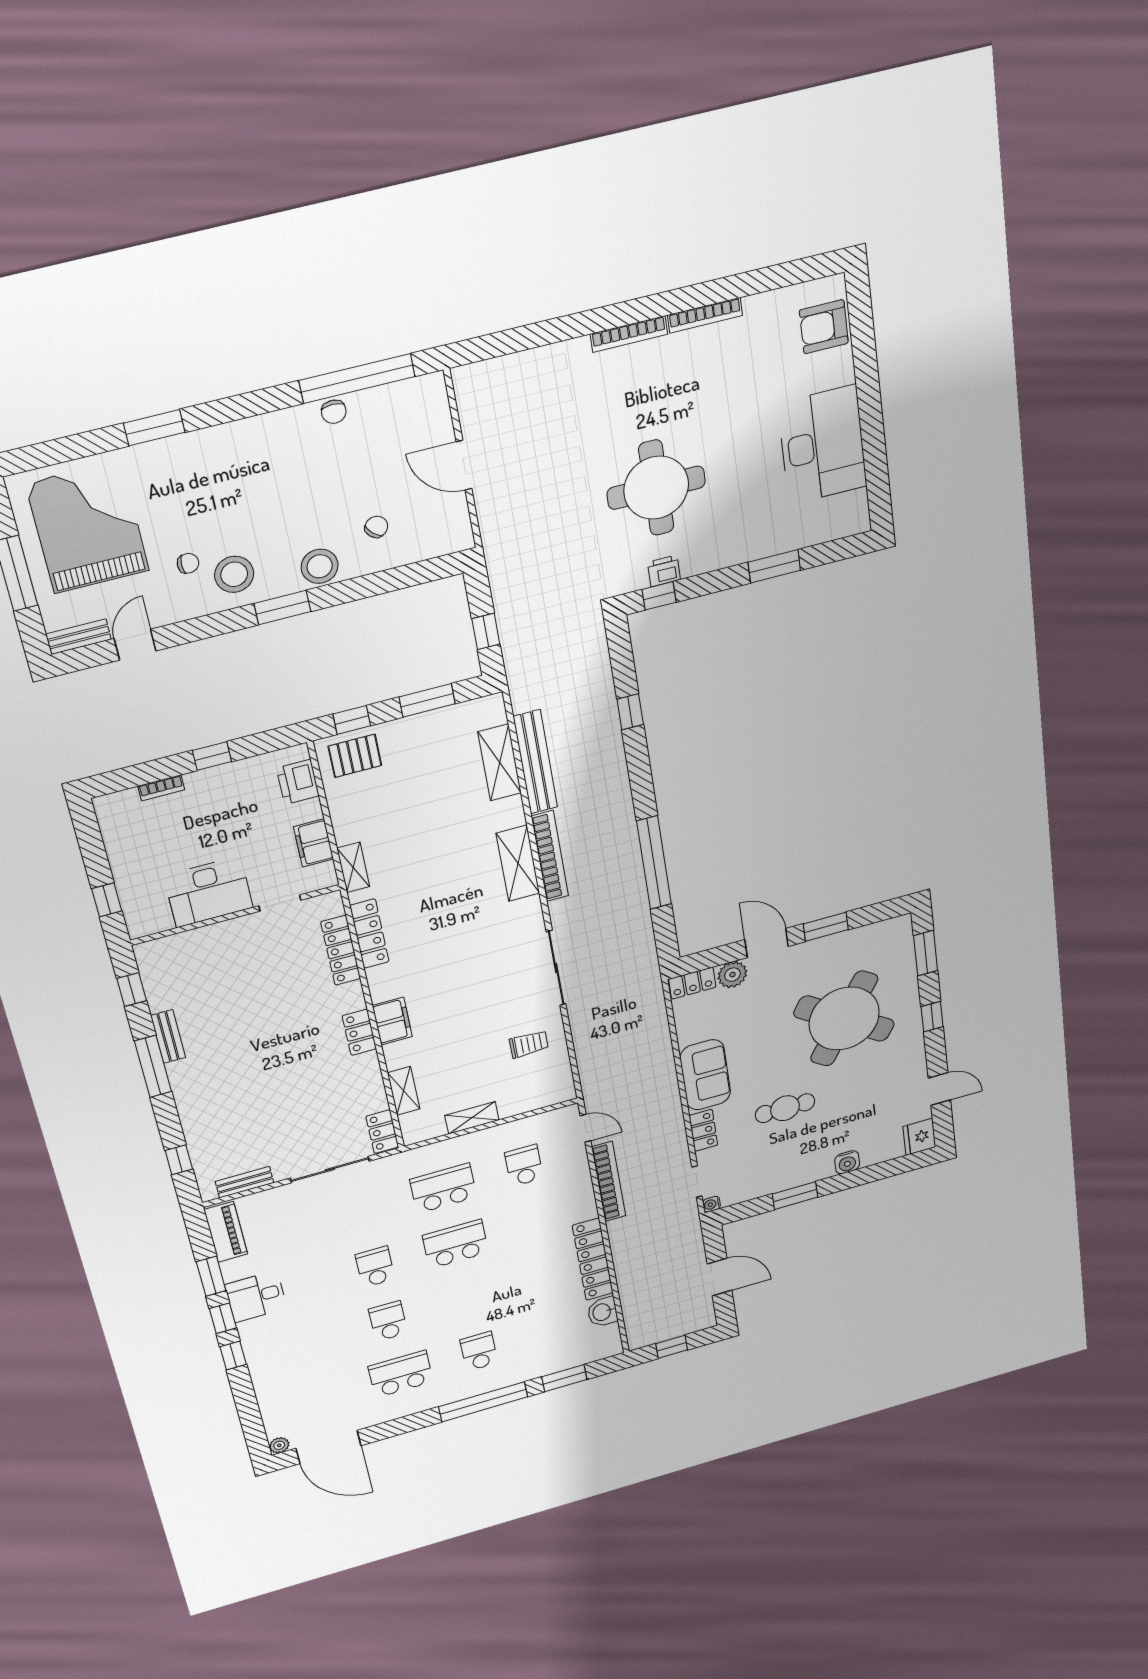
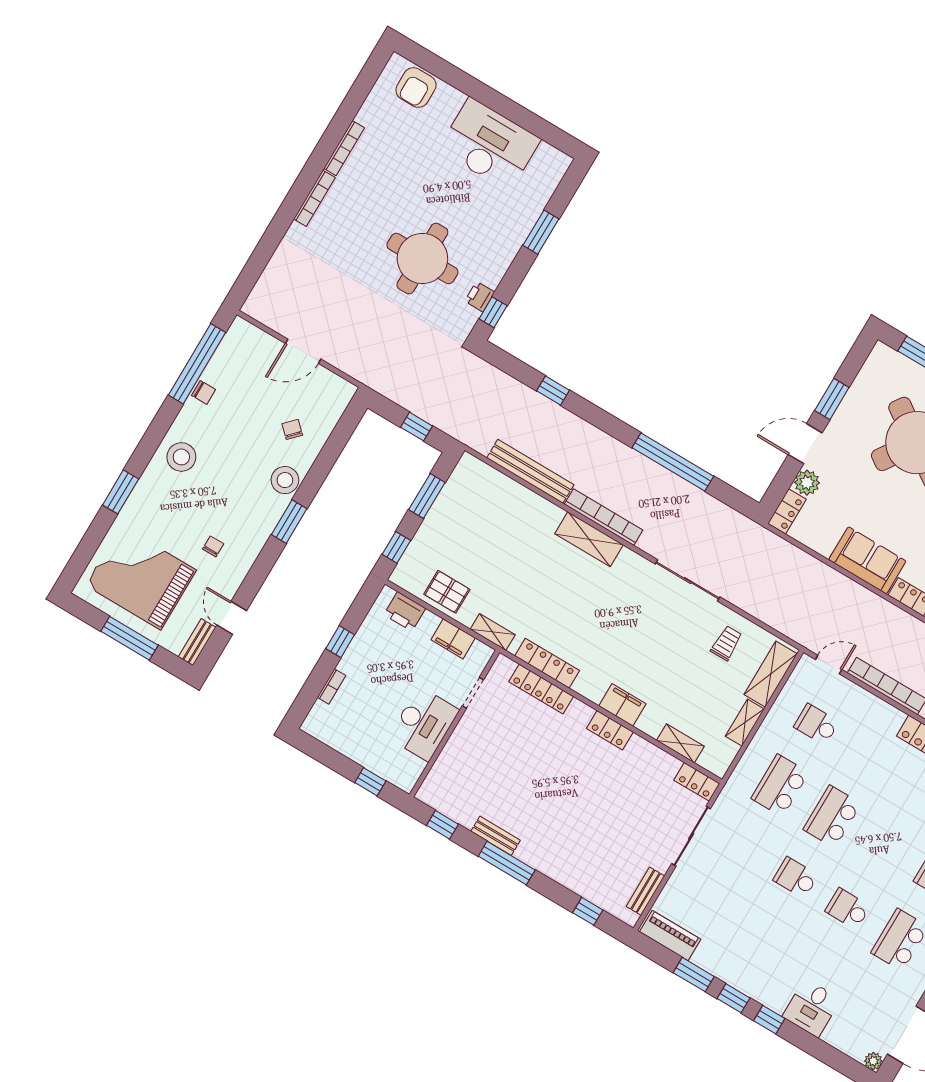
stool: (234, 574) -> (181, 457), moved
pallet: (355, 756) -> (447, 592), moved, turned 90
shelving: (500, 763) -> (771, 674), moved, turned 90
desk: (256, 1296) -> (812, 1008), moved

